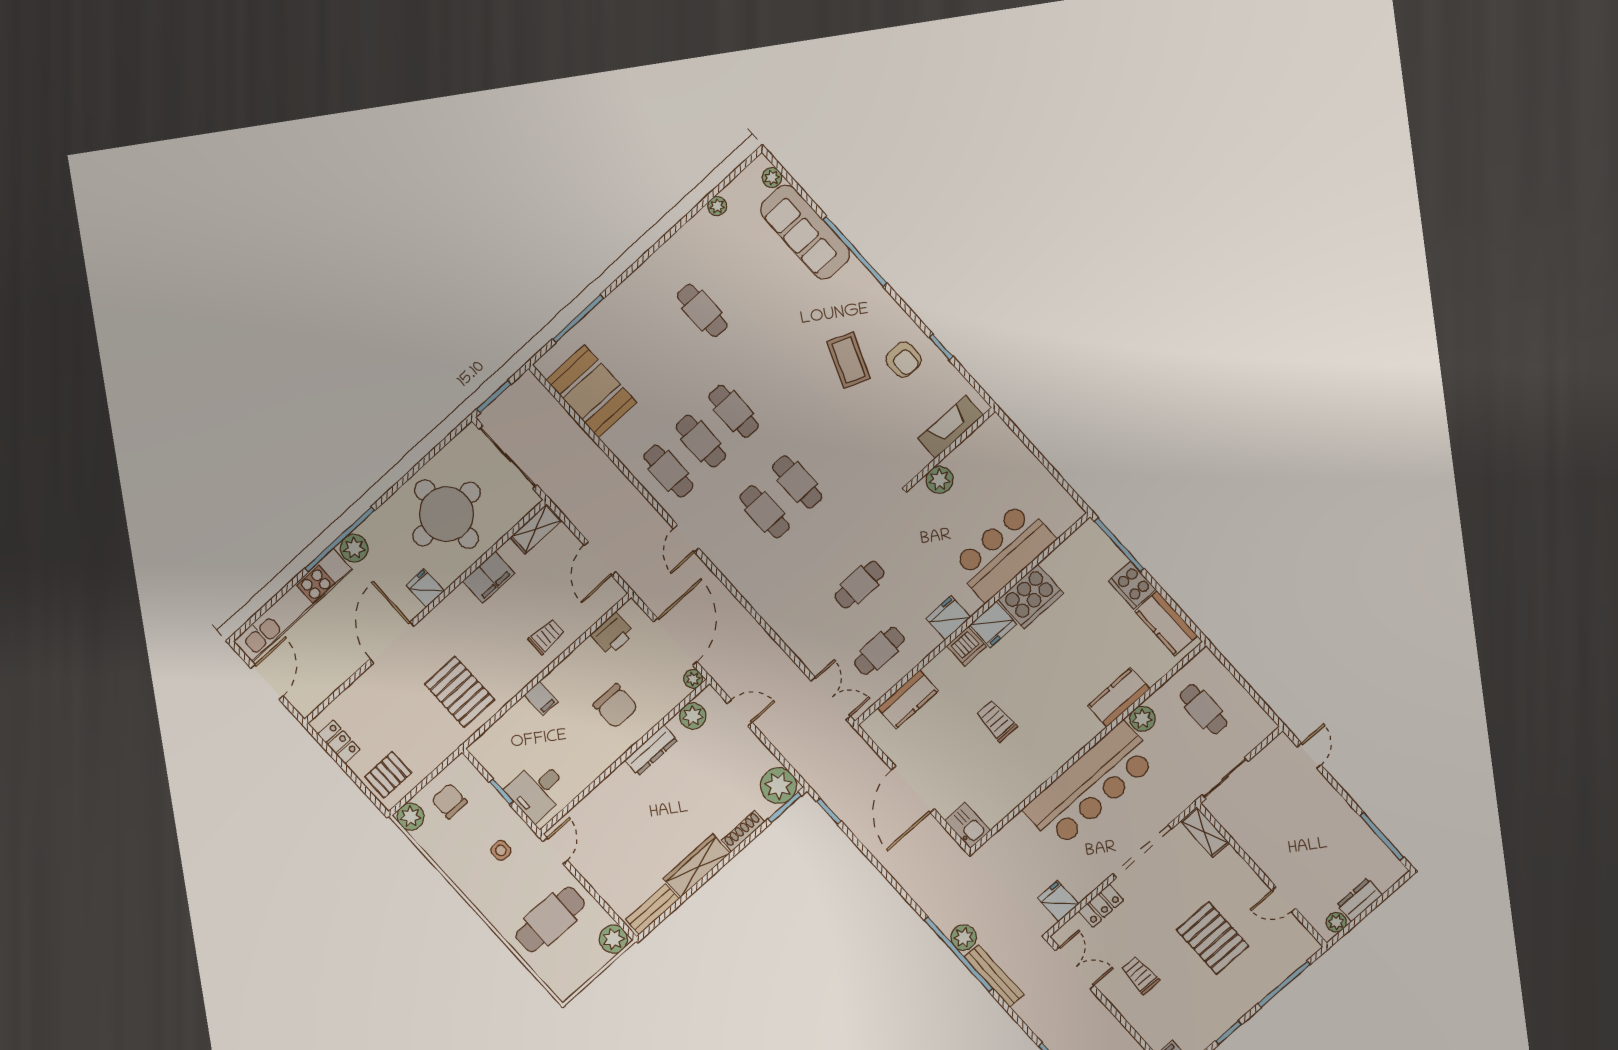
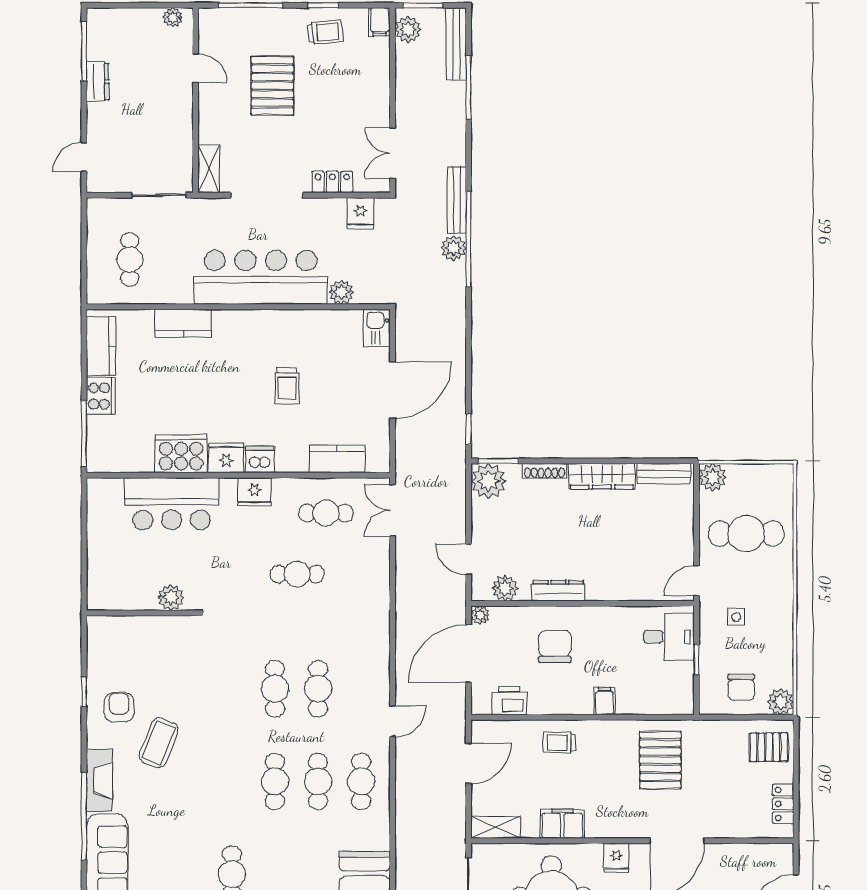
fireplace: (951, 427) -> (99, 781), moved, turned -90
plant: (1142, 719) -> (341, 292), moved
dresser: (1360, 900) -> (98, 82), moved, turned -90
trolley: (1140, 975) -> (325, 32), moved, turned -96

